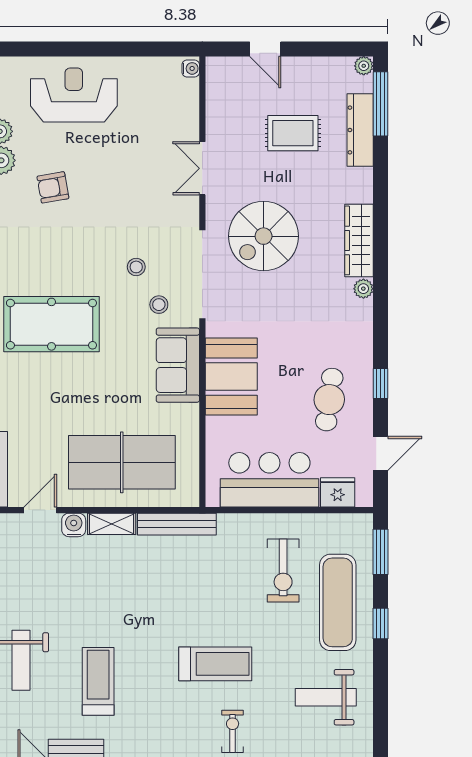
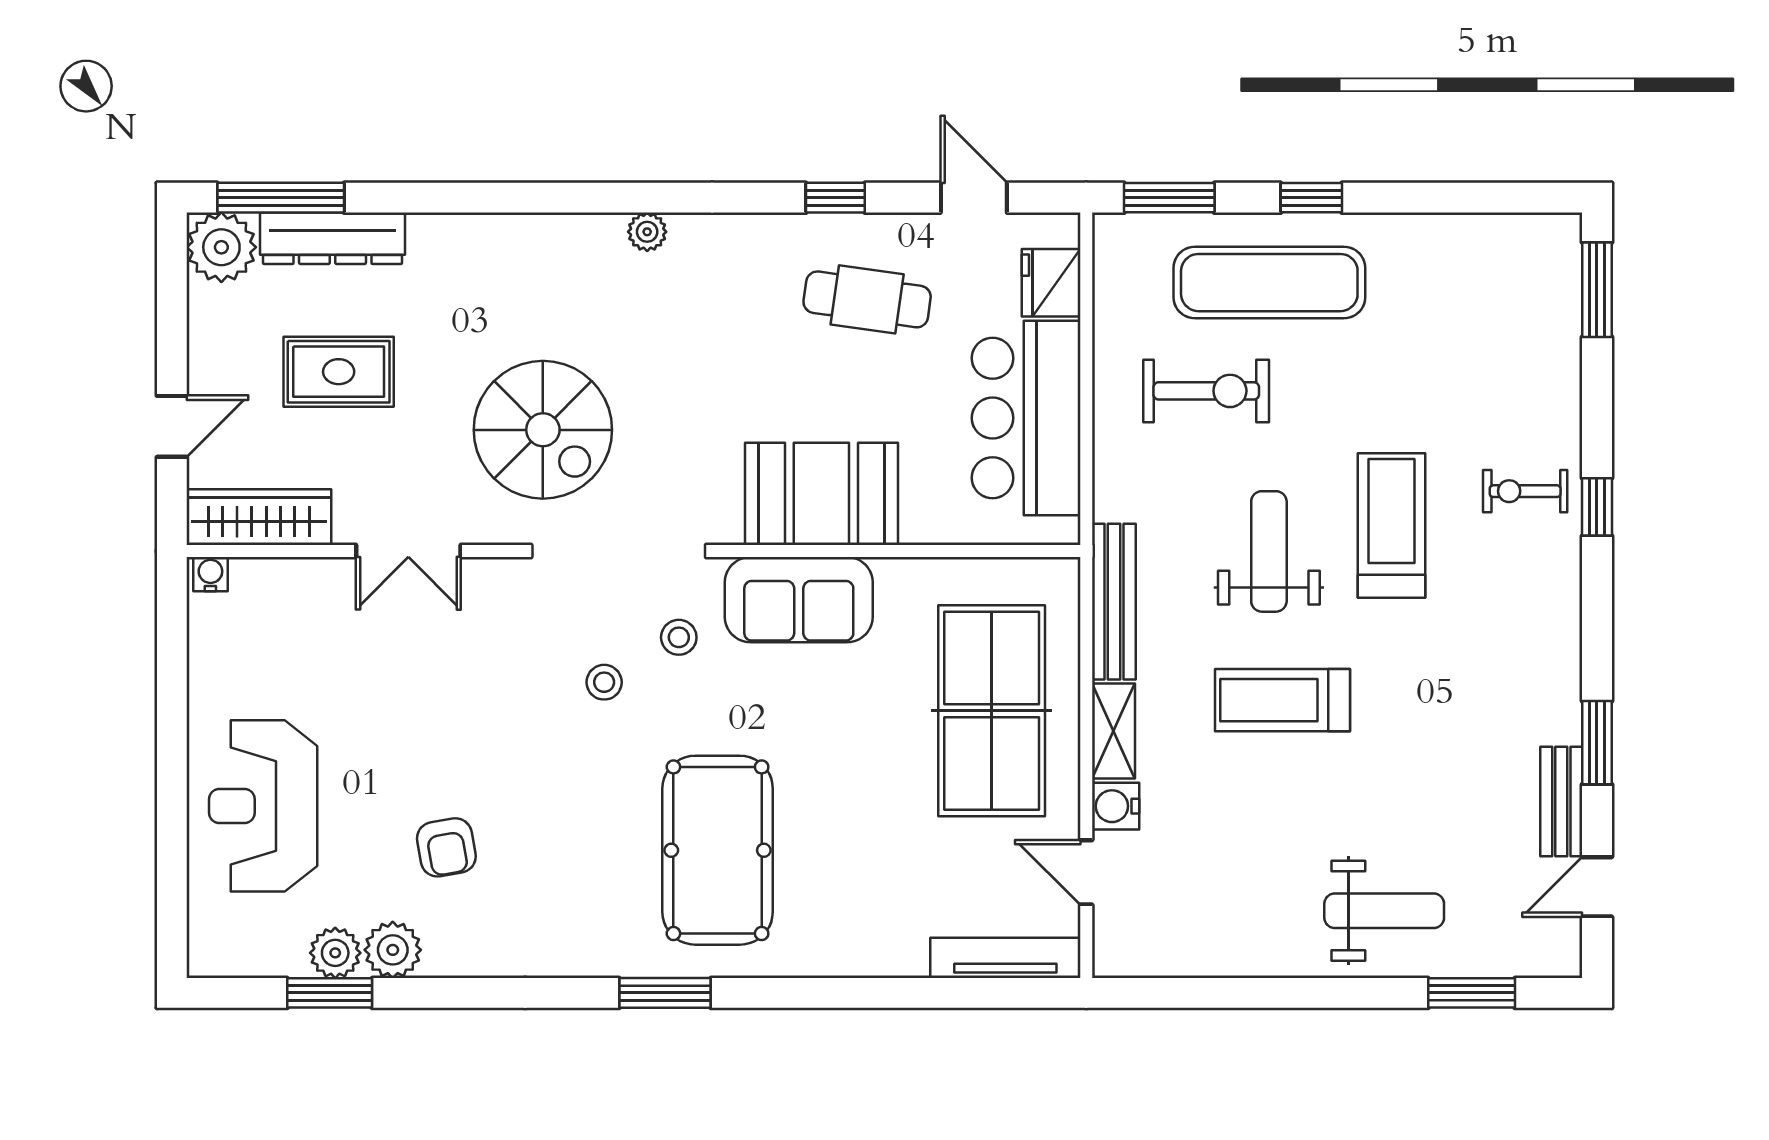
plant: (364, 66) -> (221, 247), width x1.87, depth x1.87
rug: (293, 133) -> (339, 372), turned 90
wardrobe: (359, 240) -> (259, 517), moved, turned 180
treadmill: (98, 681) -> (1282, 700), moved
weight bench: (326, 697) -> (1269, 551), moved, turned 180

